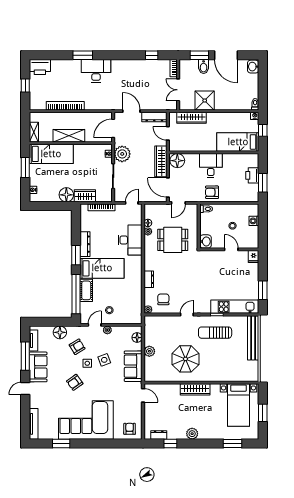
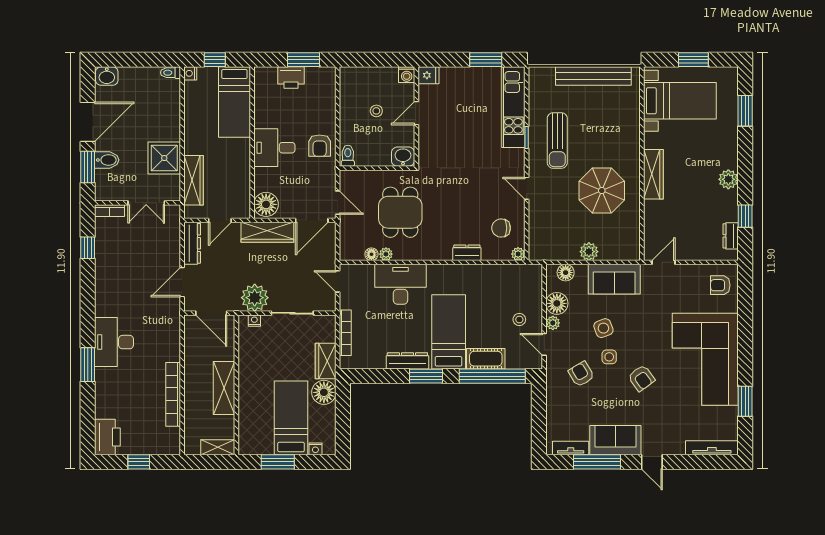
bed: (51, 154) -> (291, 418), moved
washing machine: (254, 221) -> (407, 75), moved
floor lamp: (60, 332) -> (557, 303), moved
bench: (253, 338) -> (593, 76), moved

